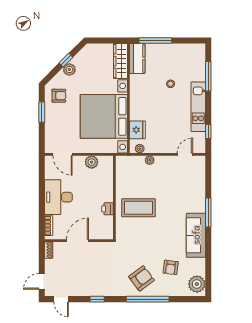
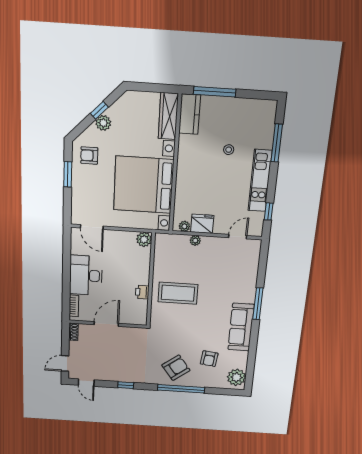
armchair: (59, 96) -> (89, 156), turned 180
fridge: (137, 130) -> (202, 224), moved, turned -90
plant: (92, 162) -> (144, 239), moved

